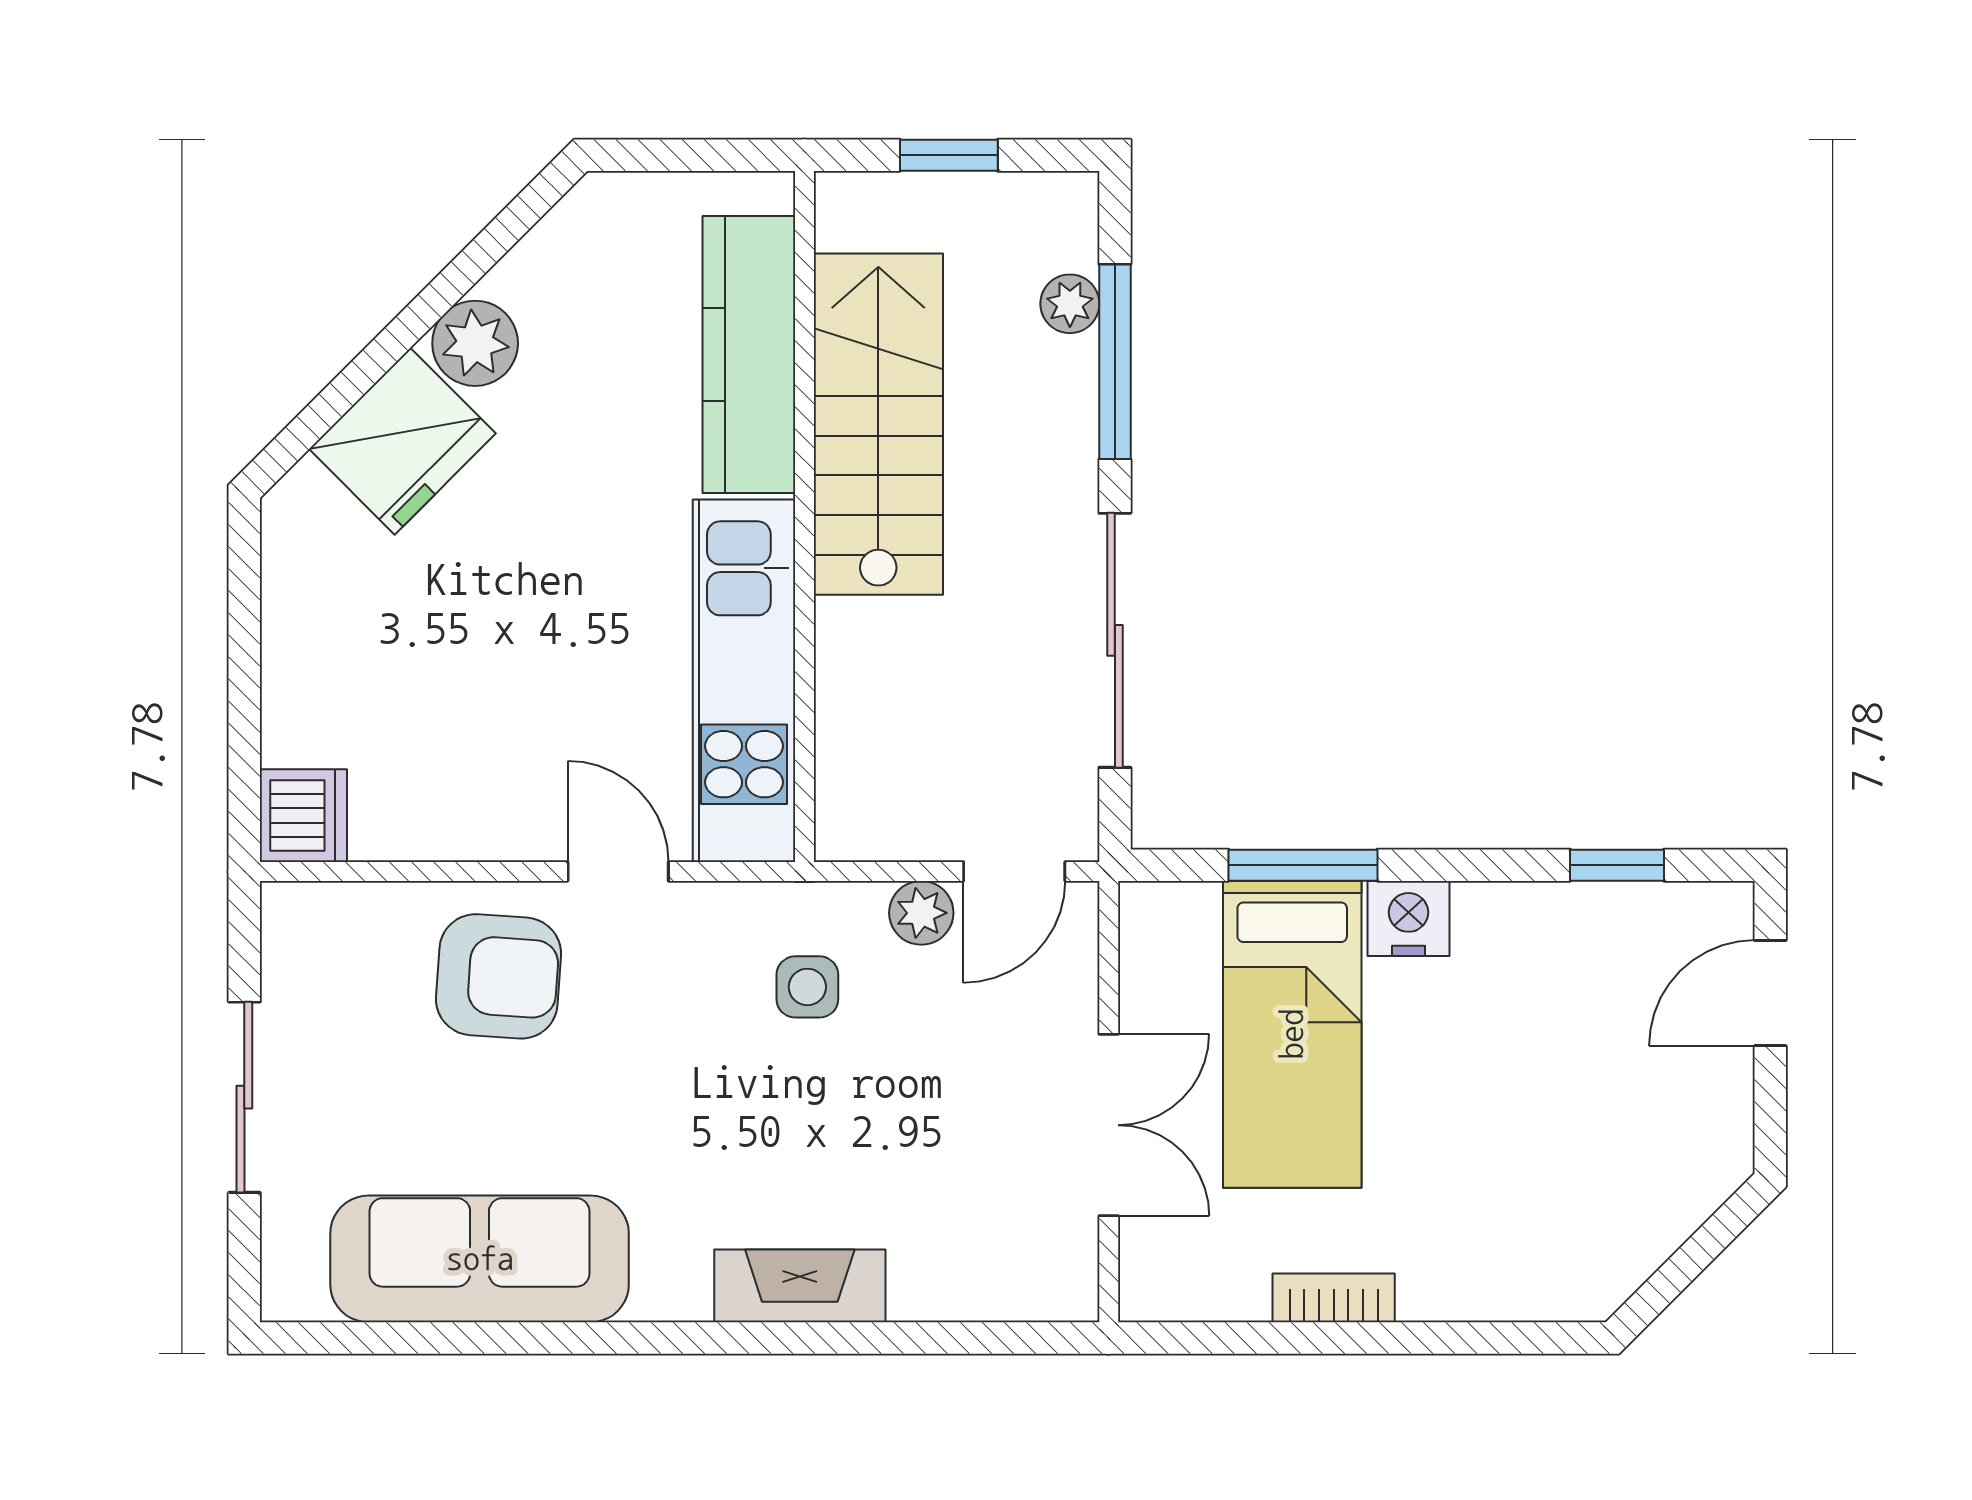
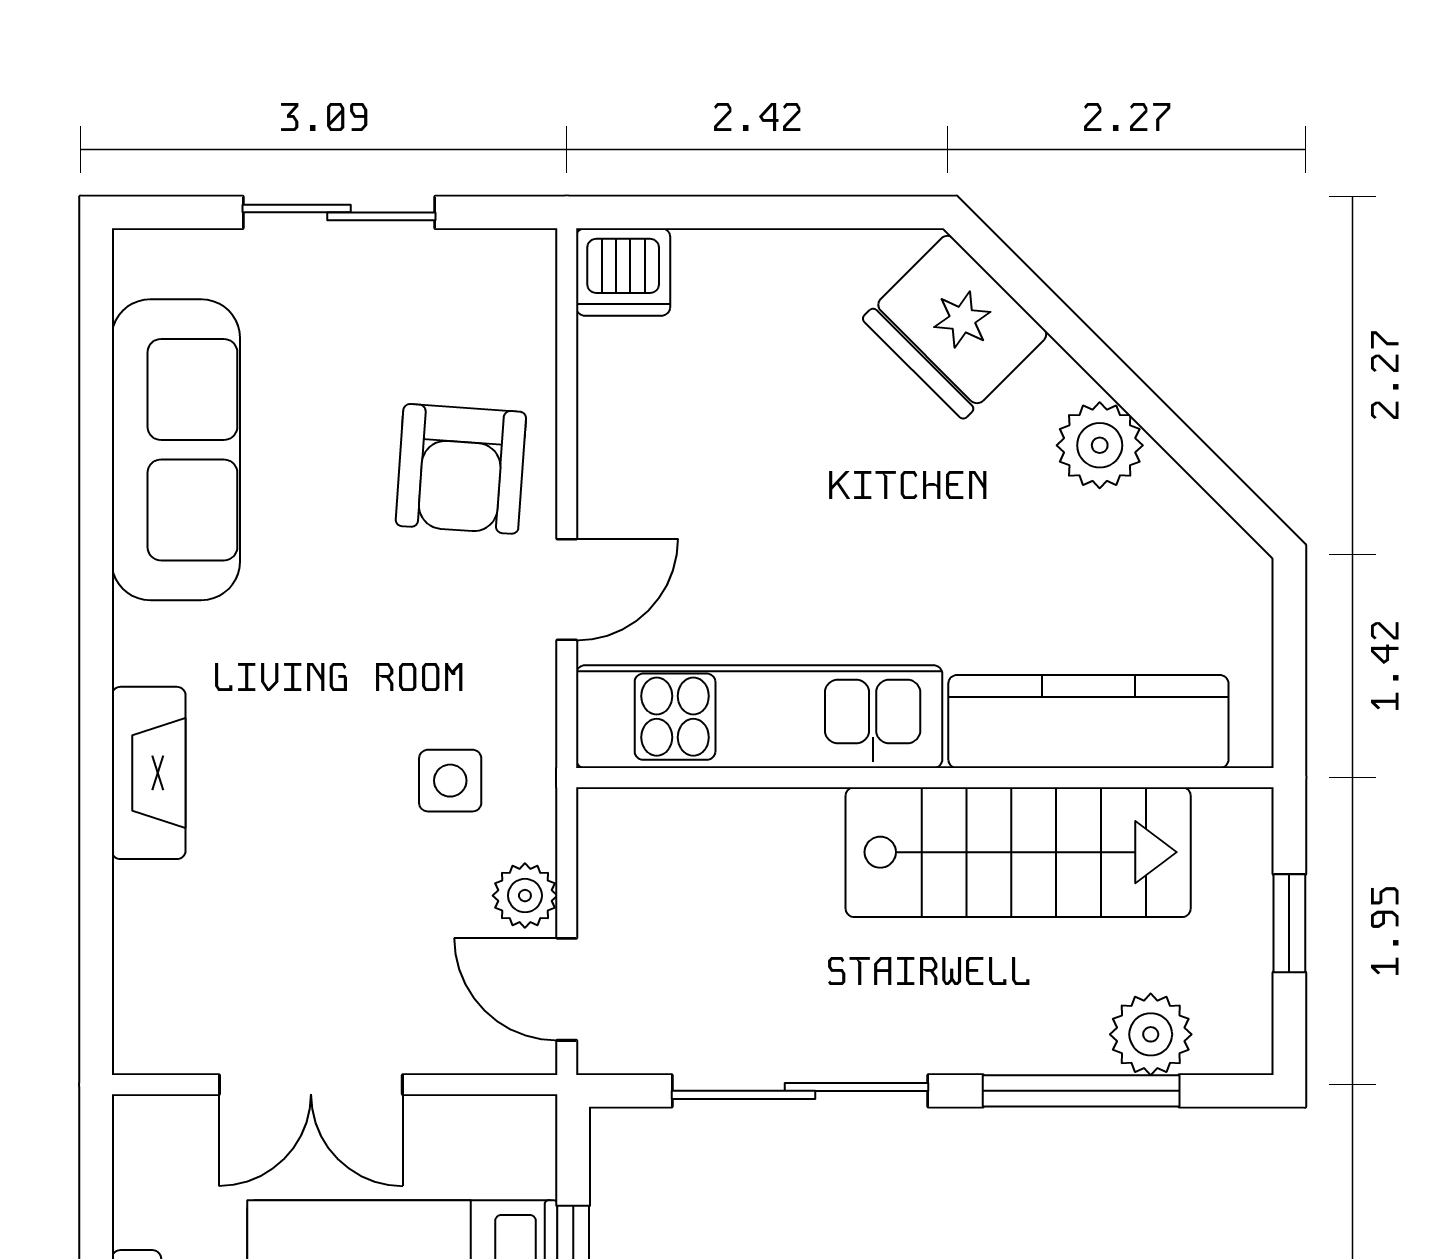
plant: (1070, 304) -> (1151, 1034), width x1.38, depth x1.38
fridge: (402, 441) -> (955, 326), moved

